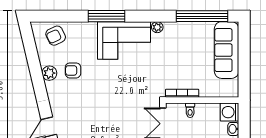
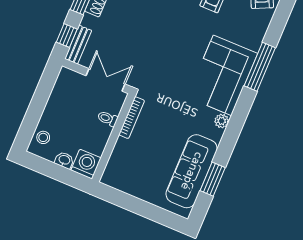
window: (202, 16) -> (213, 179), width x0.47
sofa: (227, 50) -> (192, 171), moved, turned -90

